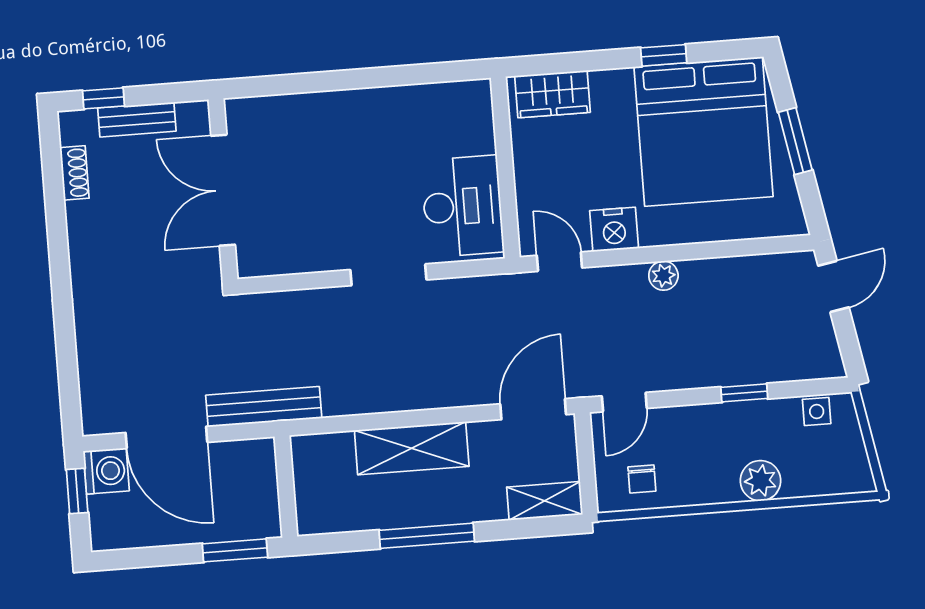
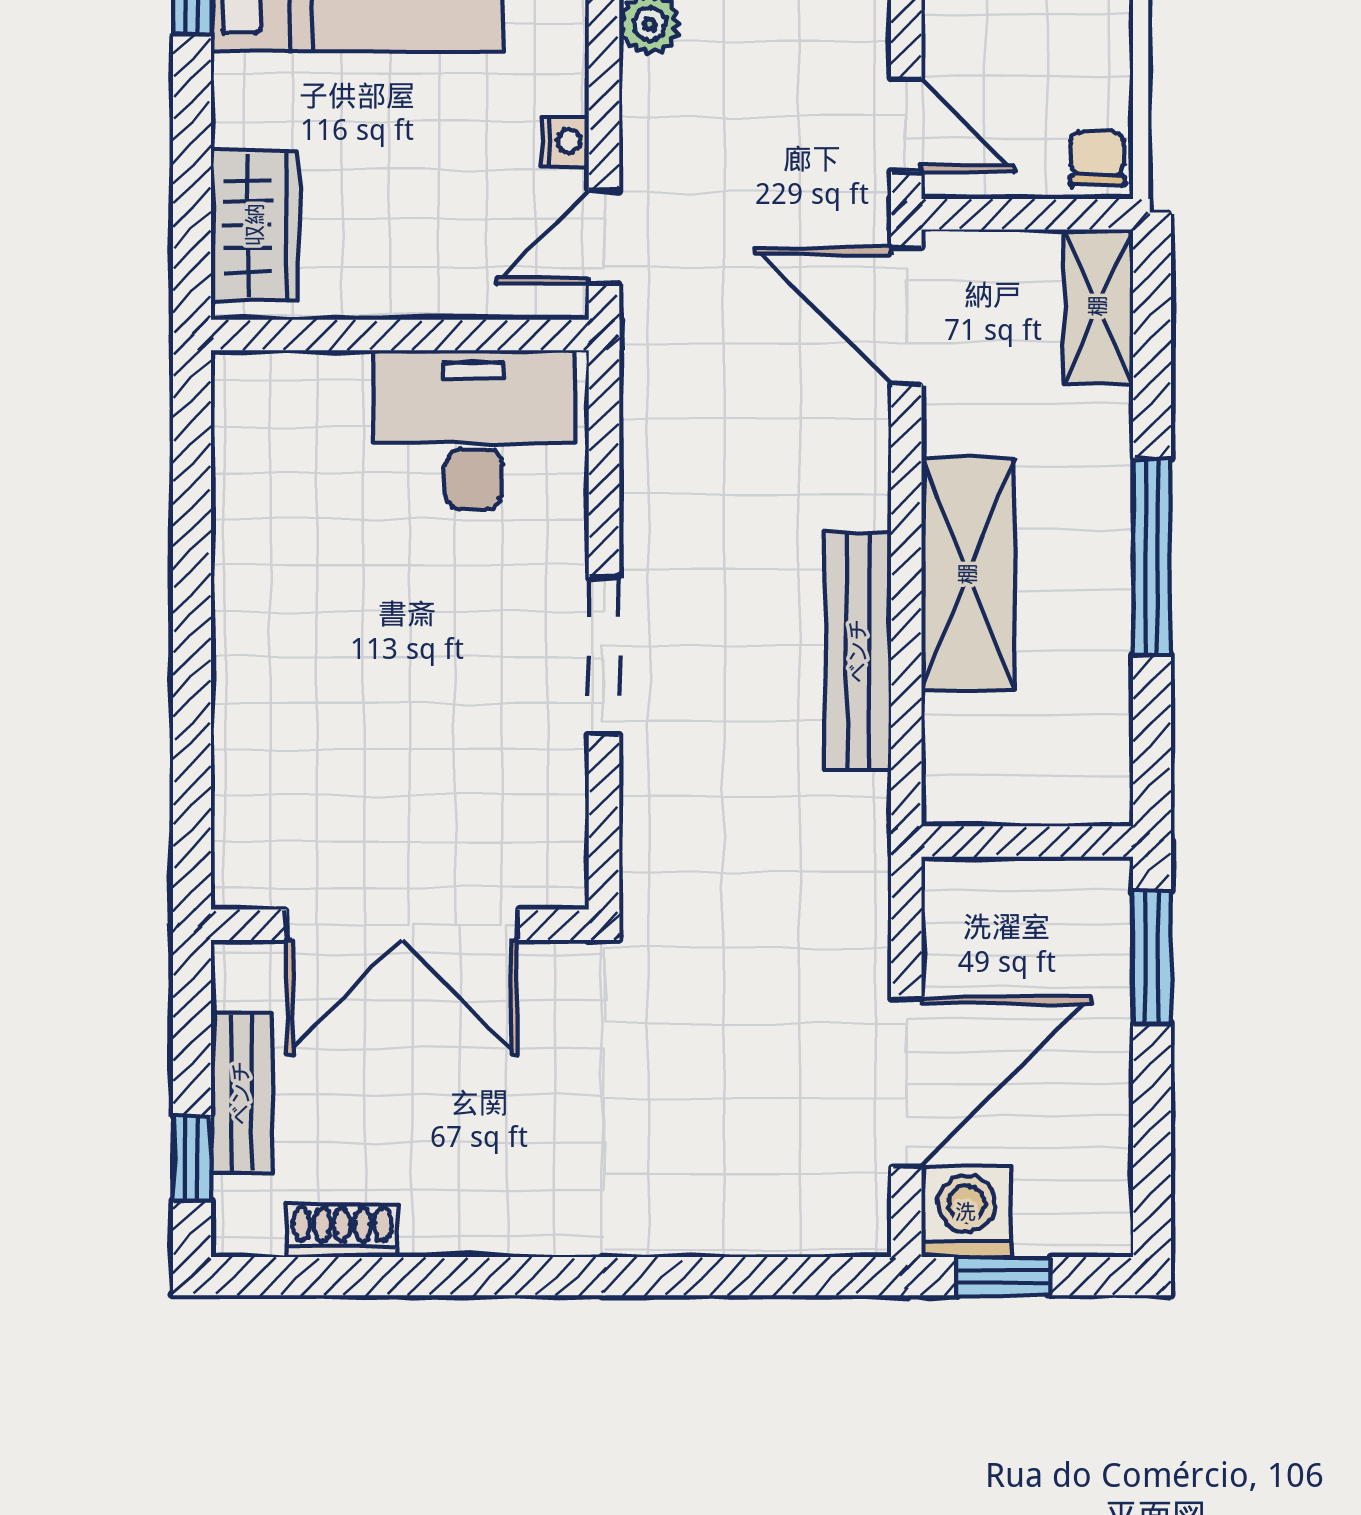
nightstand: (614, 229) -> (565, 141), width x0.53, depth x0.56
doorway: (388, 275) -> (604, 656), moved
bench: (264, 407) -> (858, 651), moved
chair: (642, 479) -> (1098, 158), moved, turned -90

